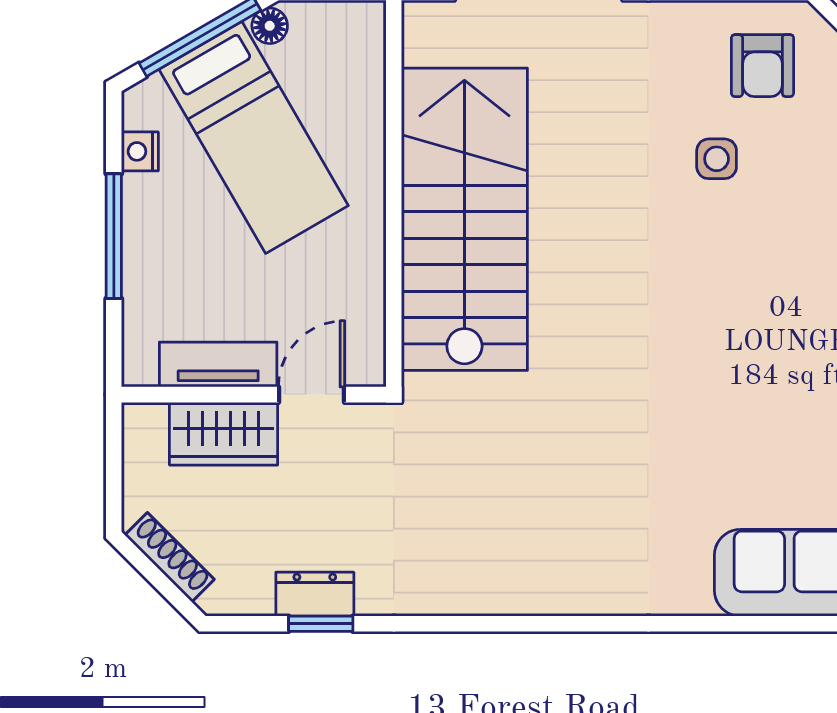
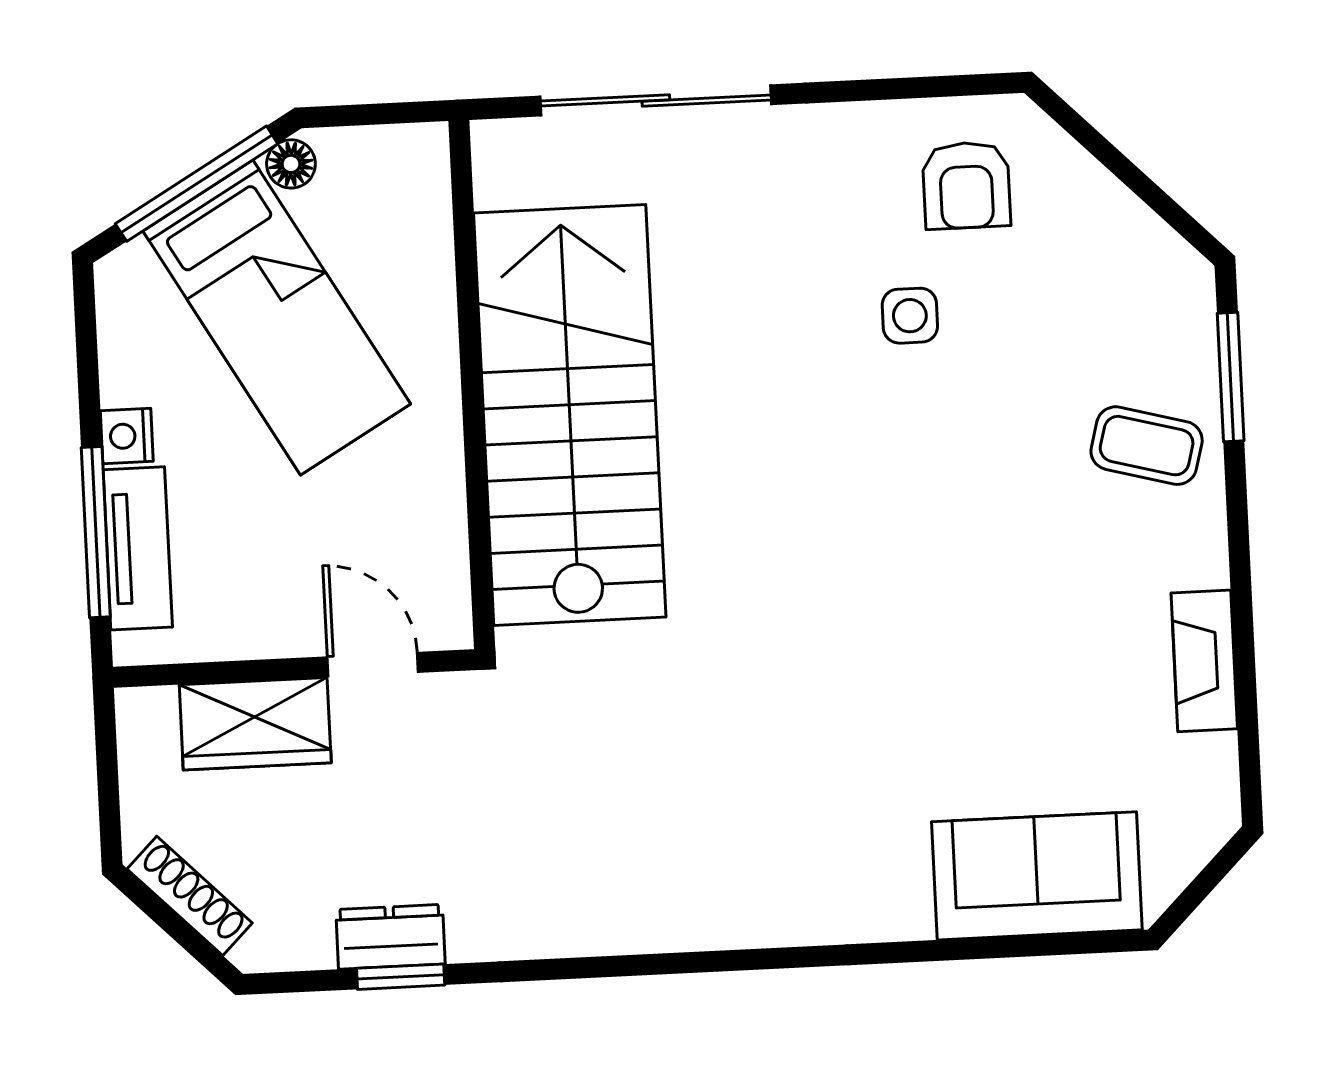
nightstand: (140, 151) -> (127, 436), moved
window: (114, 236) -> (96, 532), moved
tv unit: (218, 365) -> (138, 548), moved, turned 90
door: (312, 395) -> (373, 665), hinge flipped

